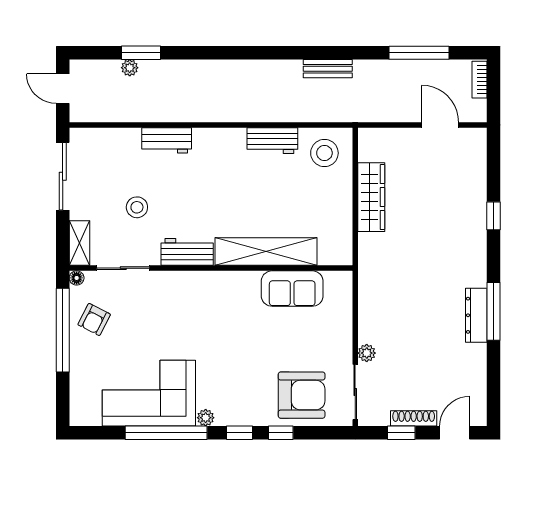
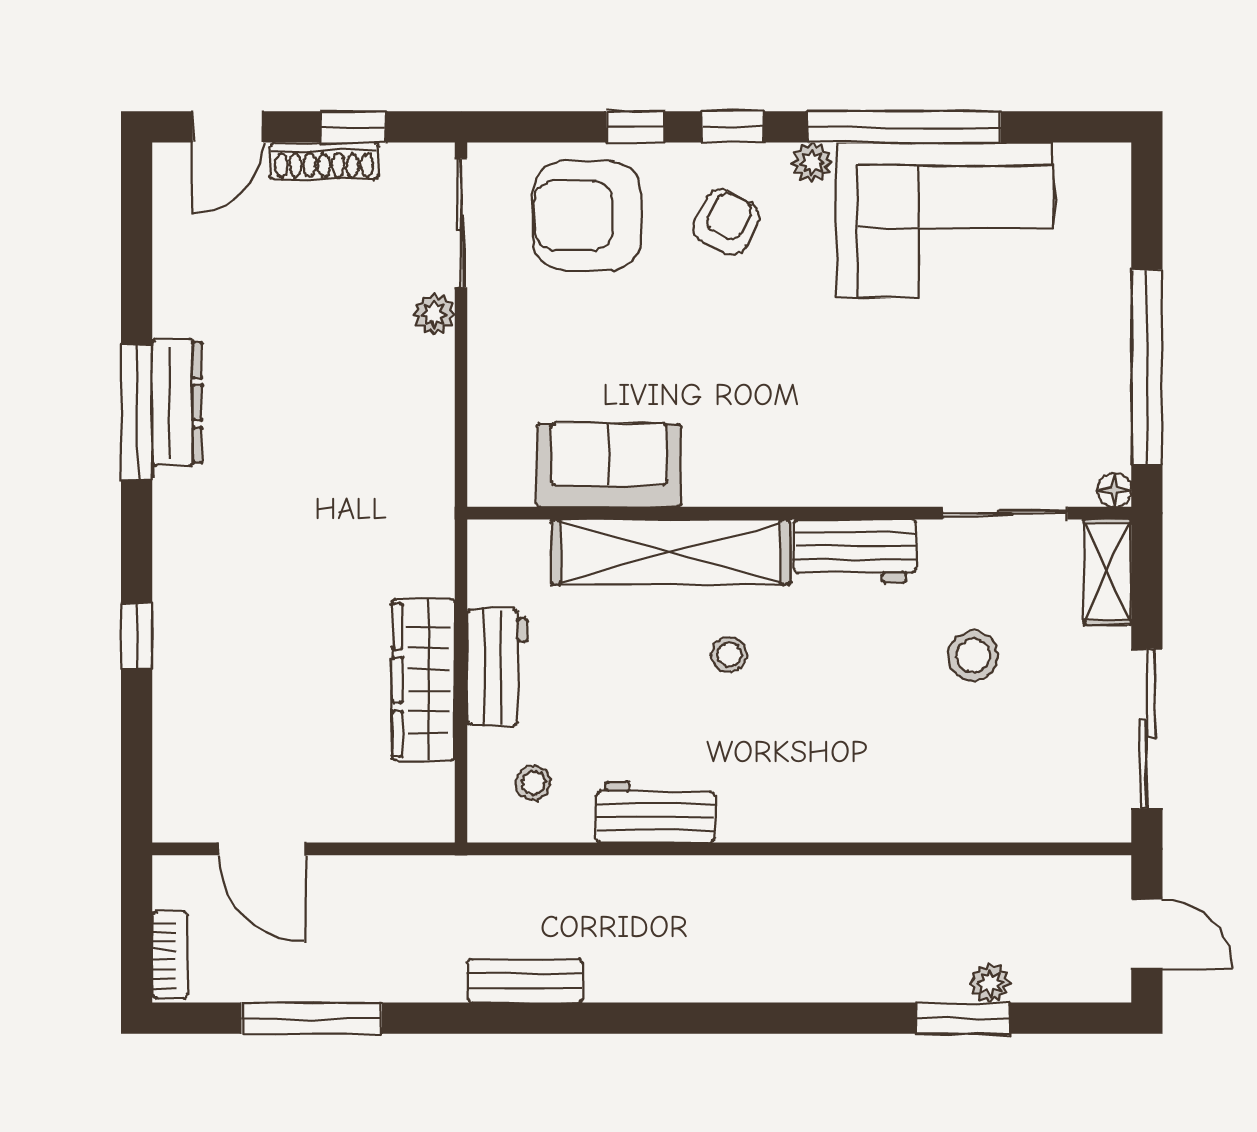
workbench: (167, 140) -> (497, 667), moved, turned 90
stool: (324, 153) -> (533, 783), width x0.53, depth x0.53
stool: (241, 208) -> (729, 655), added
armchair: (94, 319) -> (726, 222), moved

